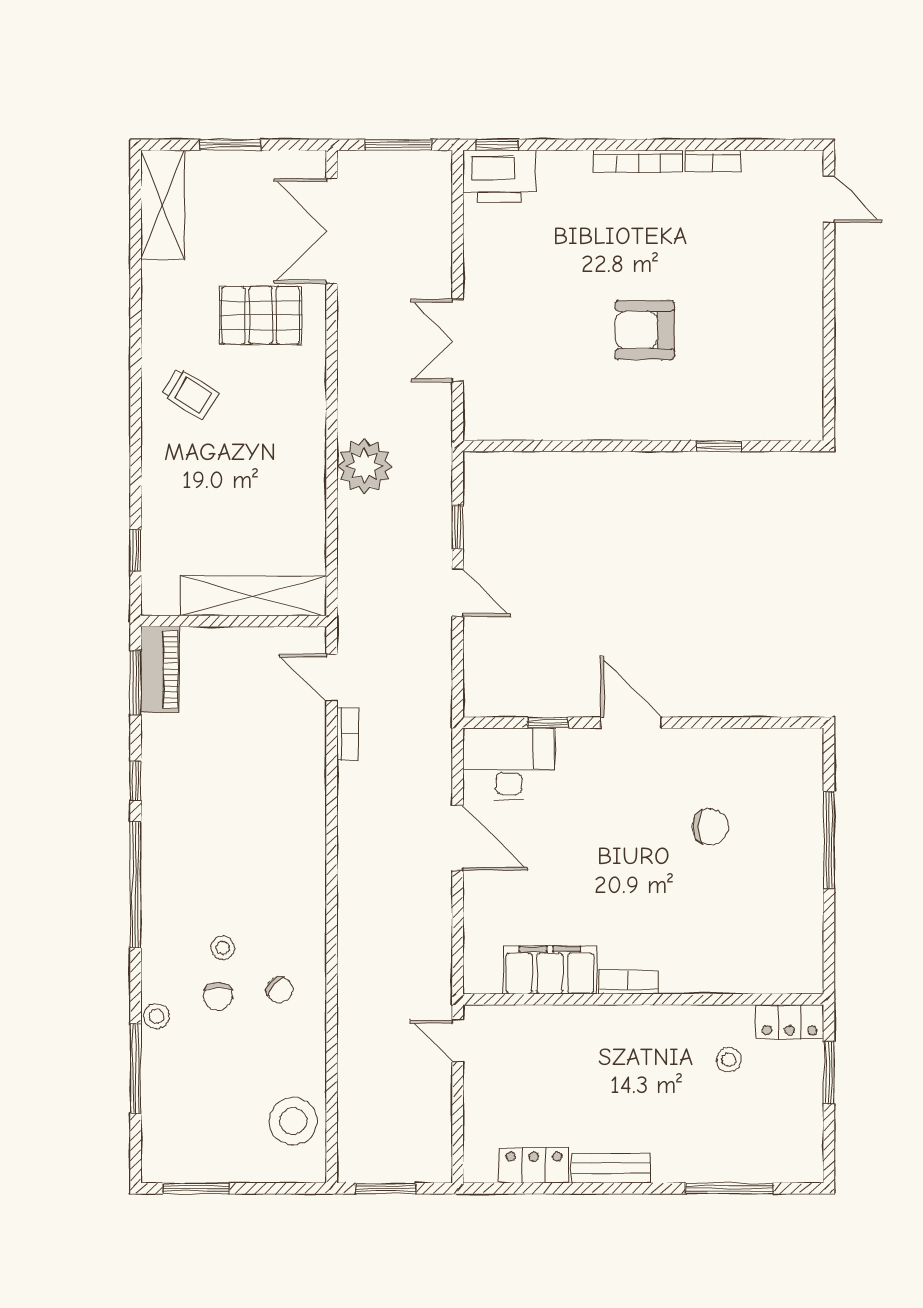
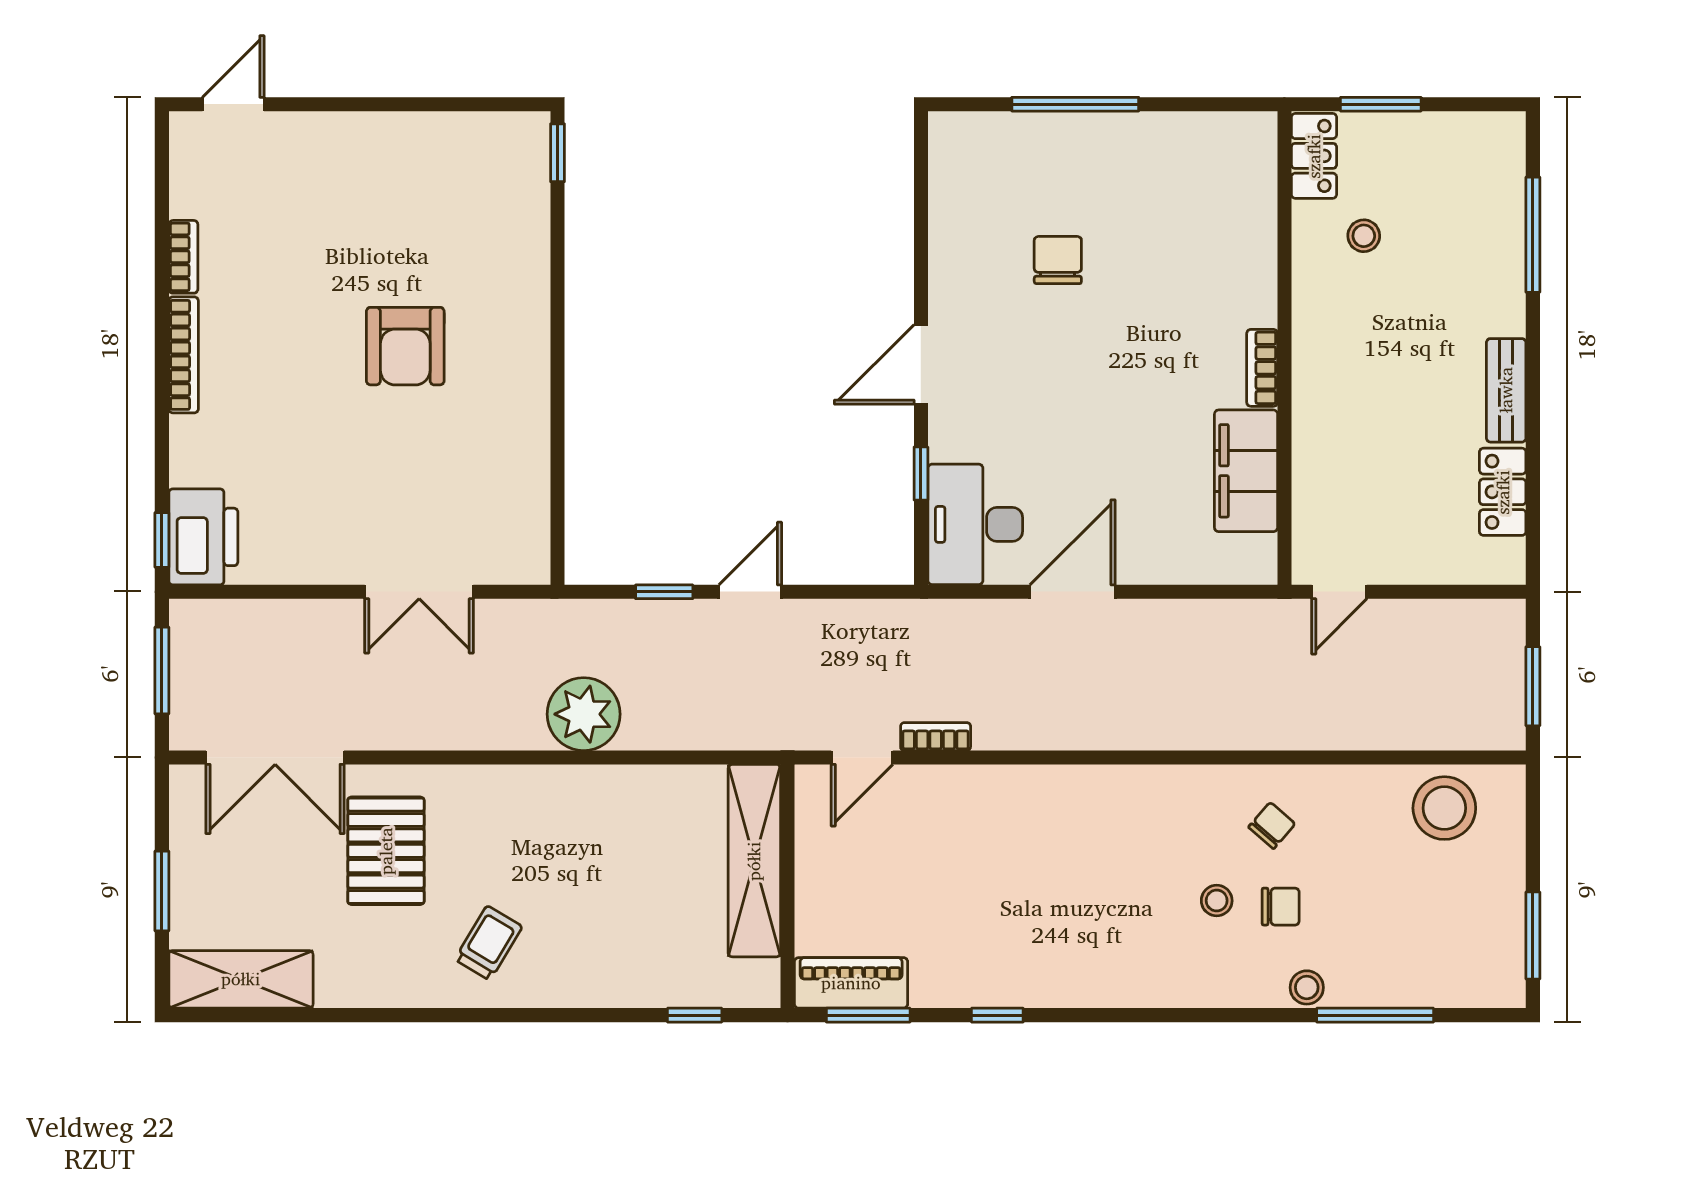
window: (719, 446) -> (558, 153), moved
window: (136, 885) -> (1134, 1015), removed

